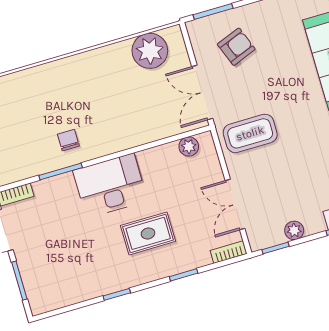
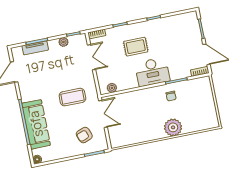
plant: (150, 51) -> (173, 127), moved
coffee table: (250, 133) -> (72, 97), moved

